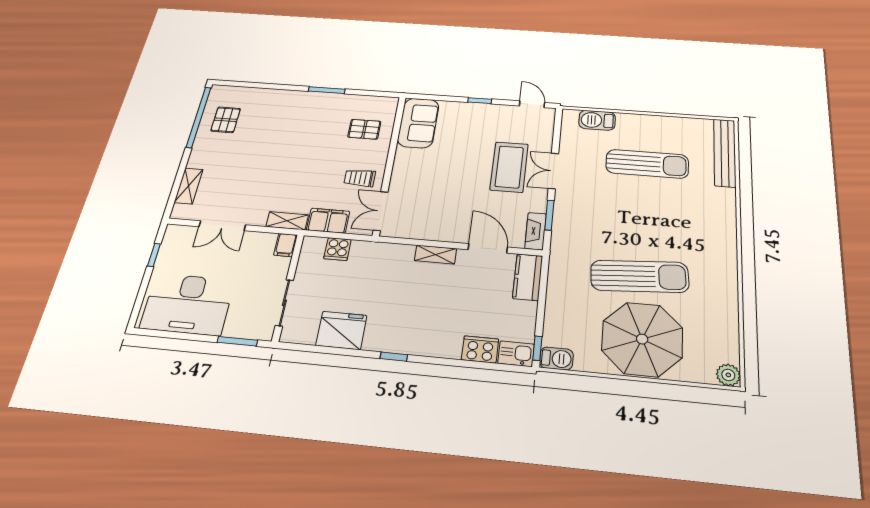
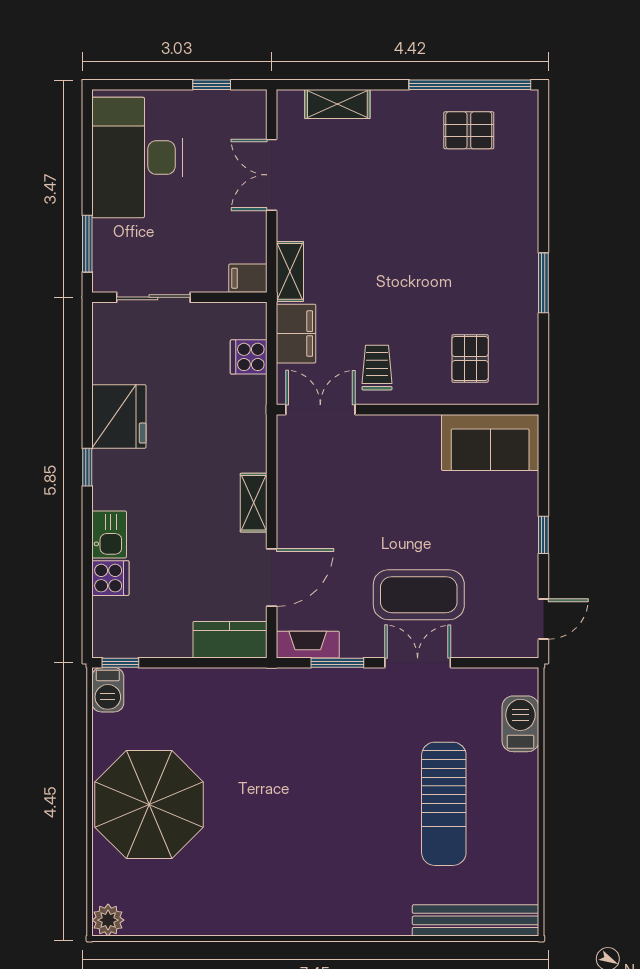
sun lounger: (640, 276) -> (247, 798), removed
fridge: (341, 330) -> (119, 416), moved
cooker: (480, 349) -> (110, 578), width x0.73
kitchen sink: (516, 354) -> (109, 534), moved

